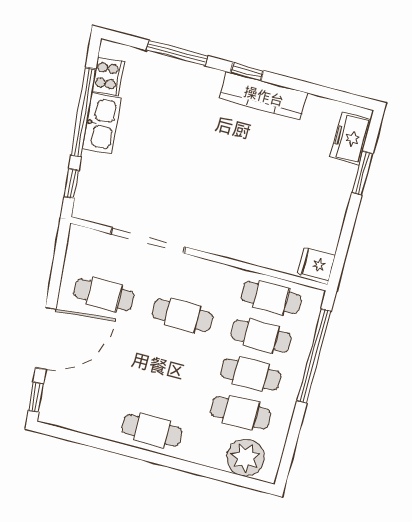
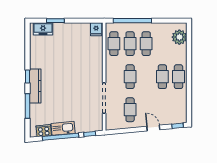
kitchen counter: (264, 96) -> (35, 86), moved
door: (46, 338) -> (153, 128), width x0.53
cafe table: (241, 413) -> (162, 77), moved

